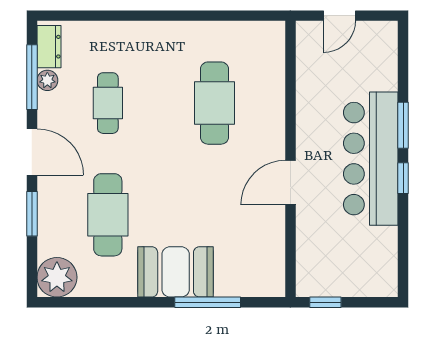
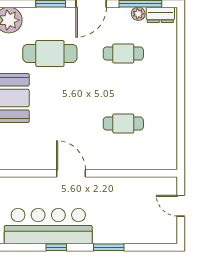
cafe table: (214, 103) -> (123, 124), width x0.73, depth x0.74
bar counter: (371, 159) -> (48, 226), moved
window: (403, 178) -> (56, 247), moved

